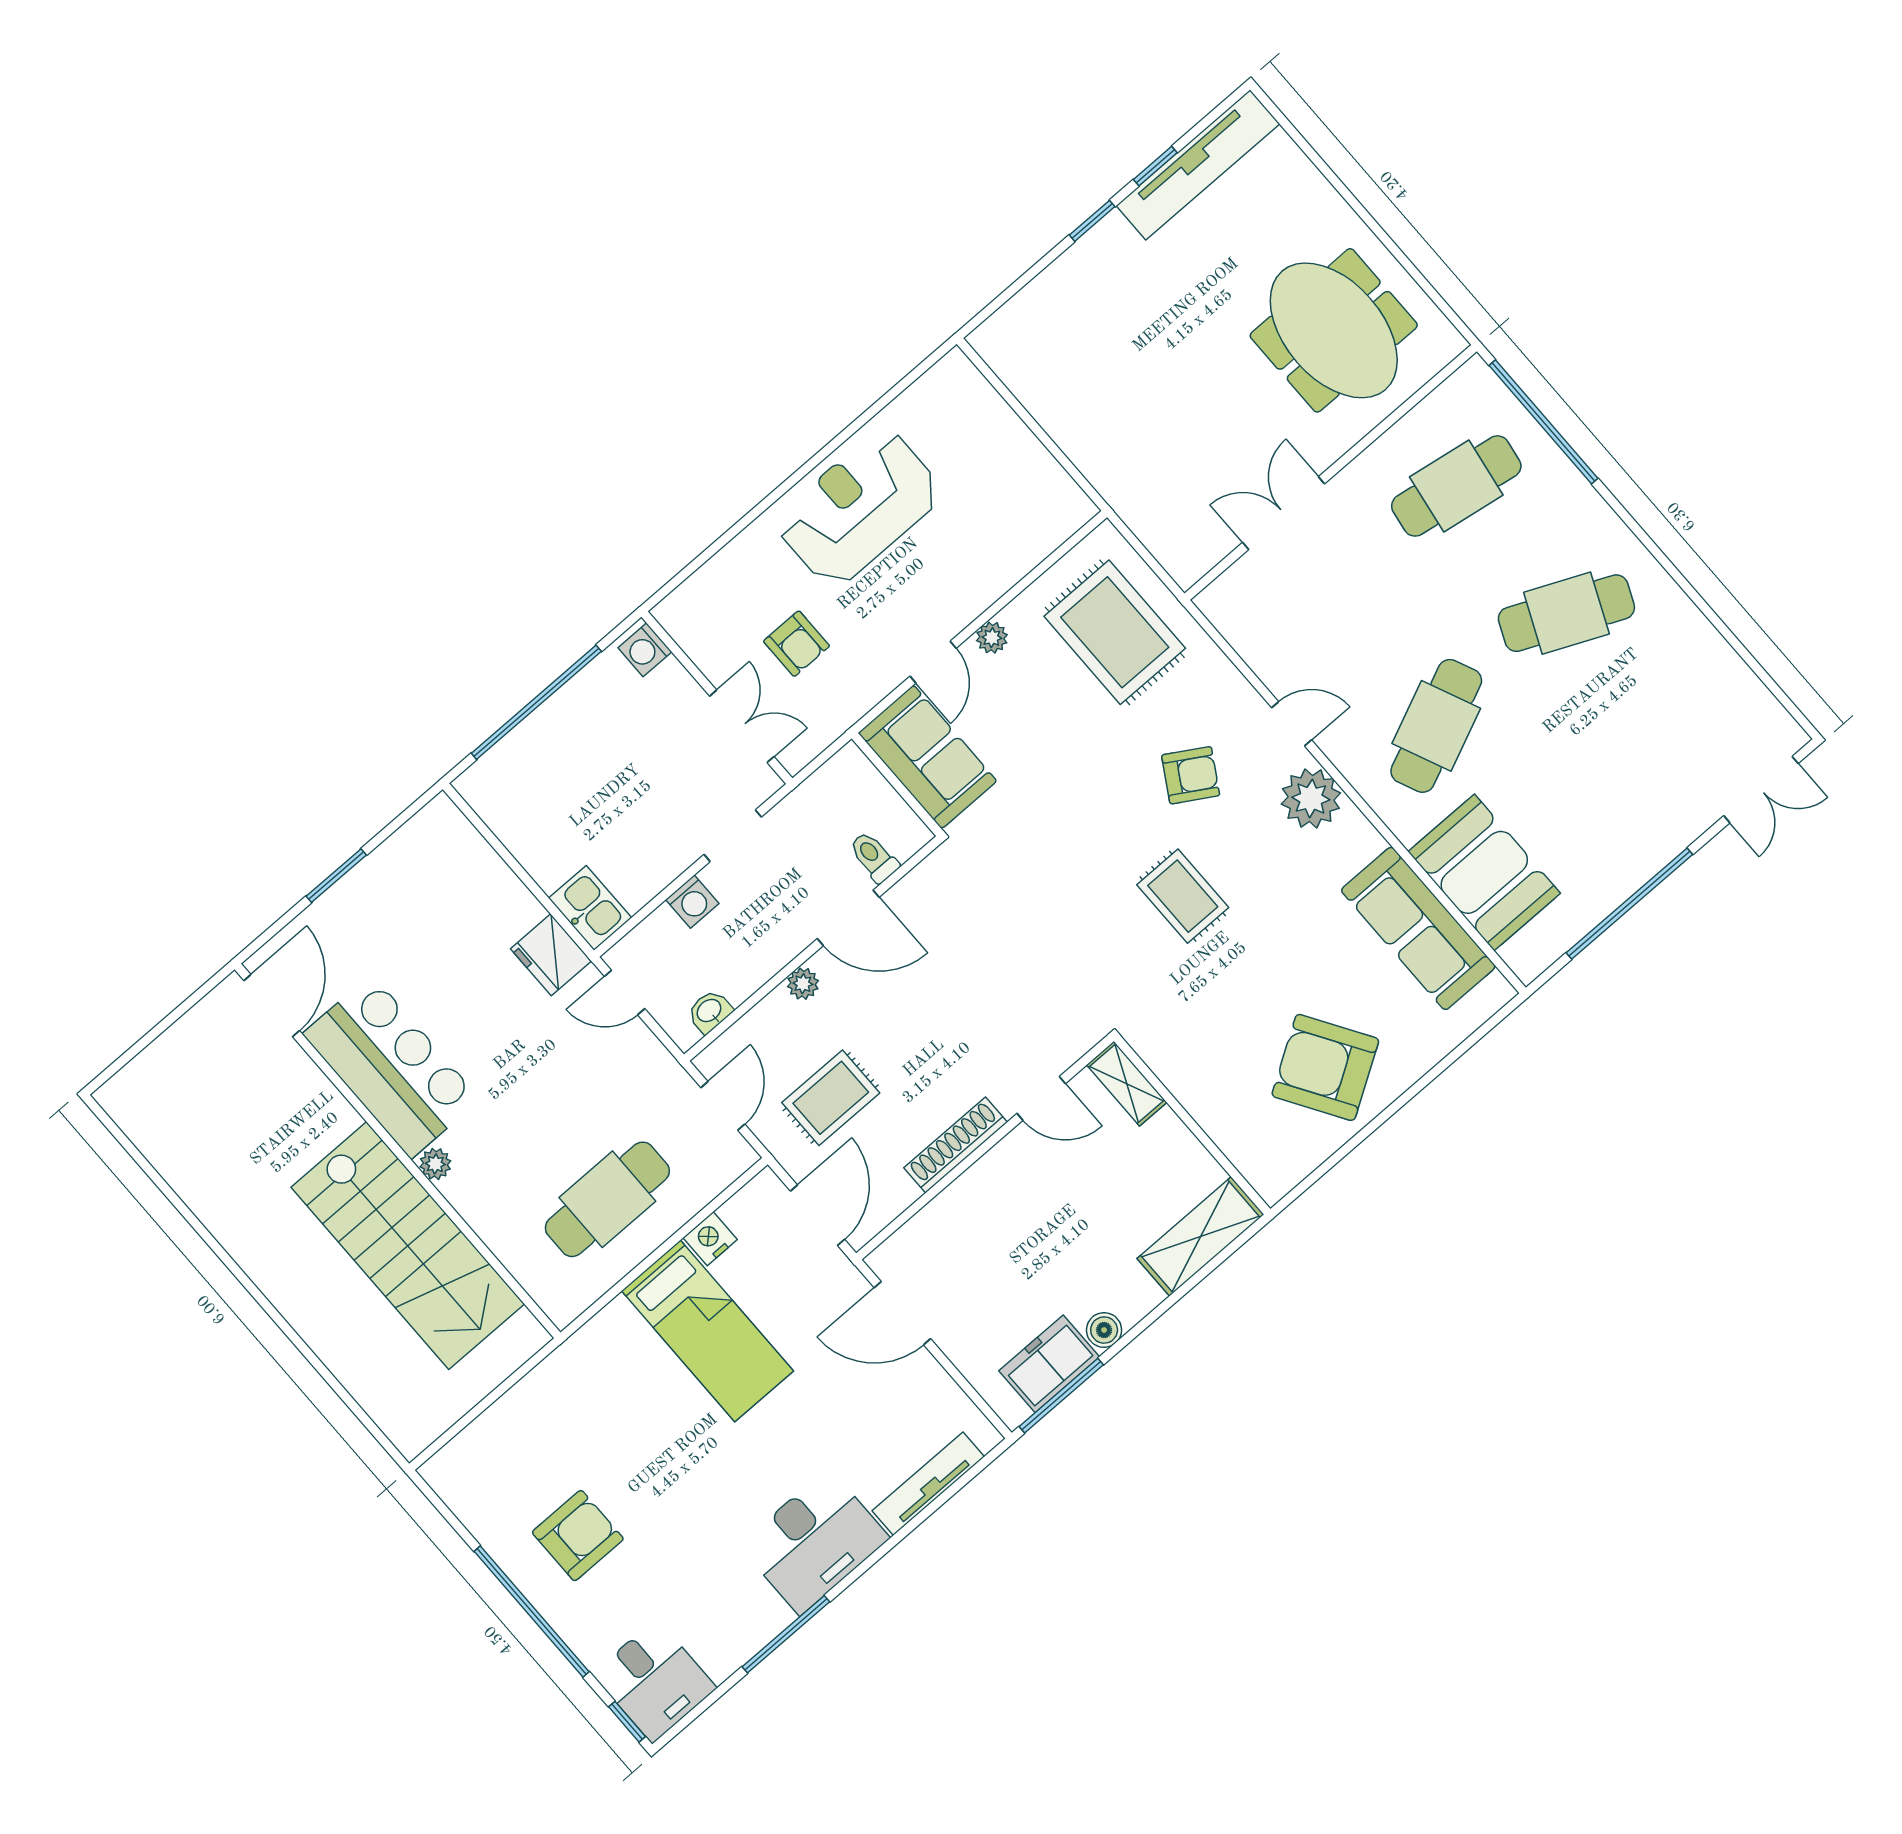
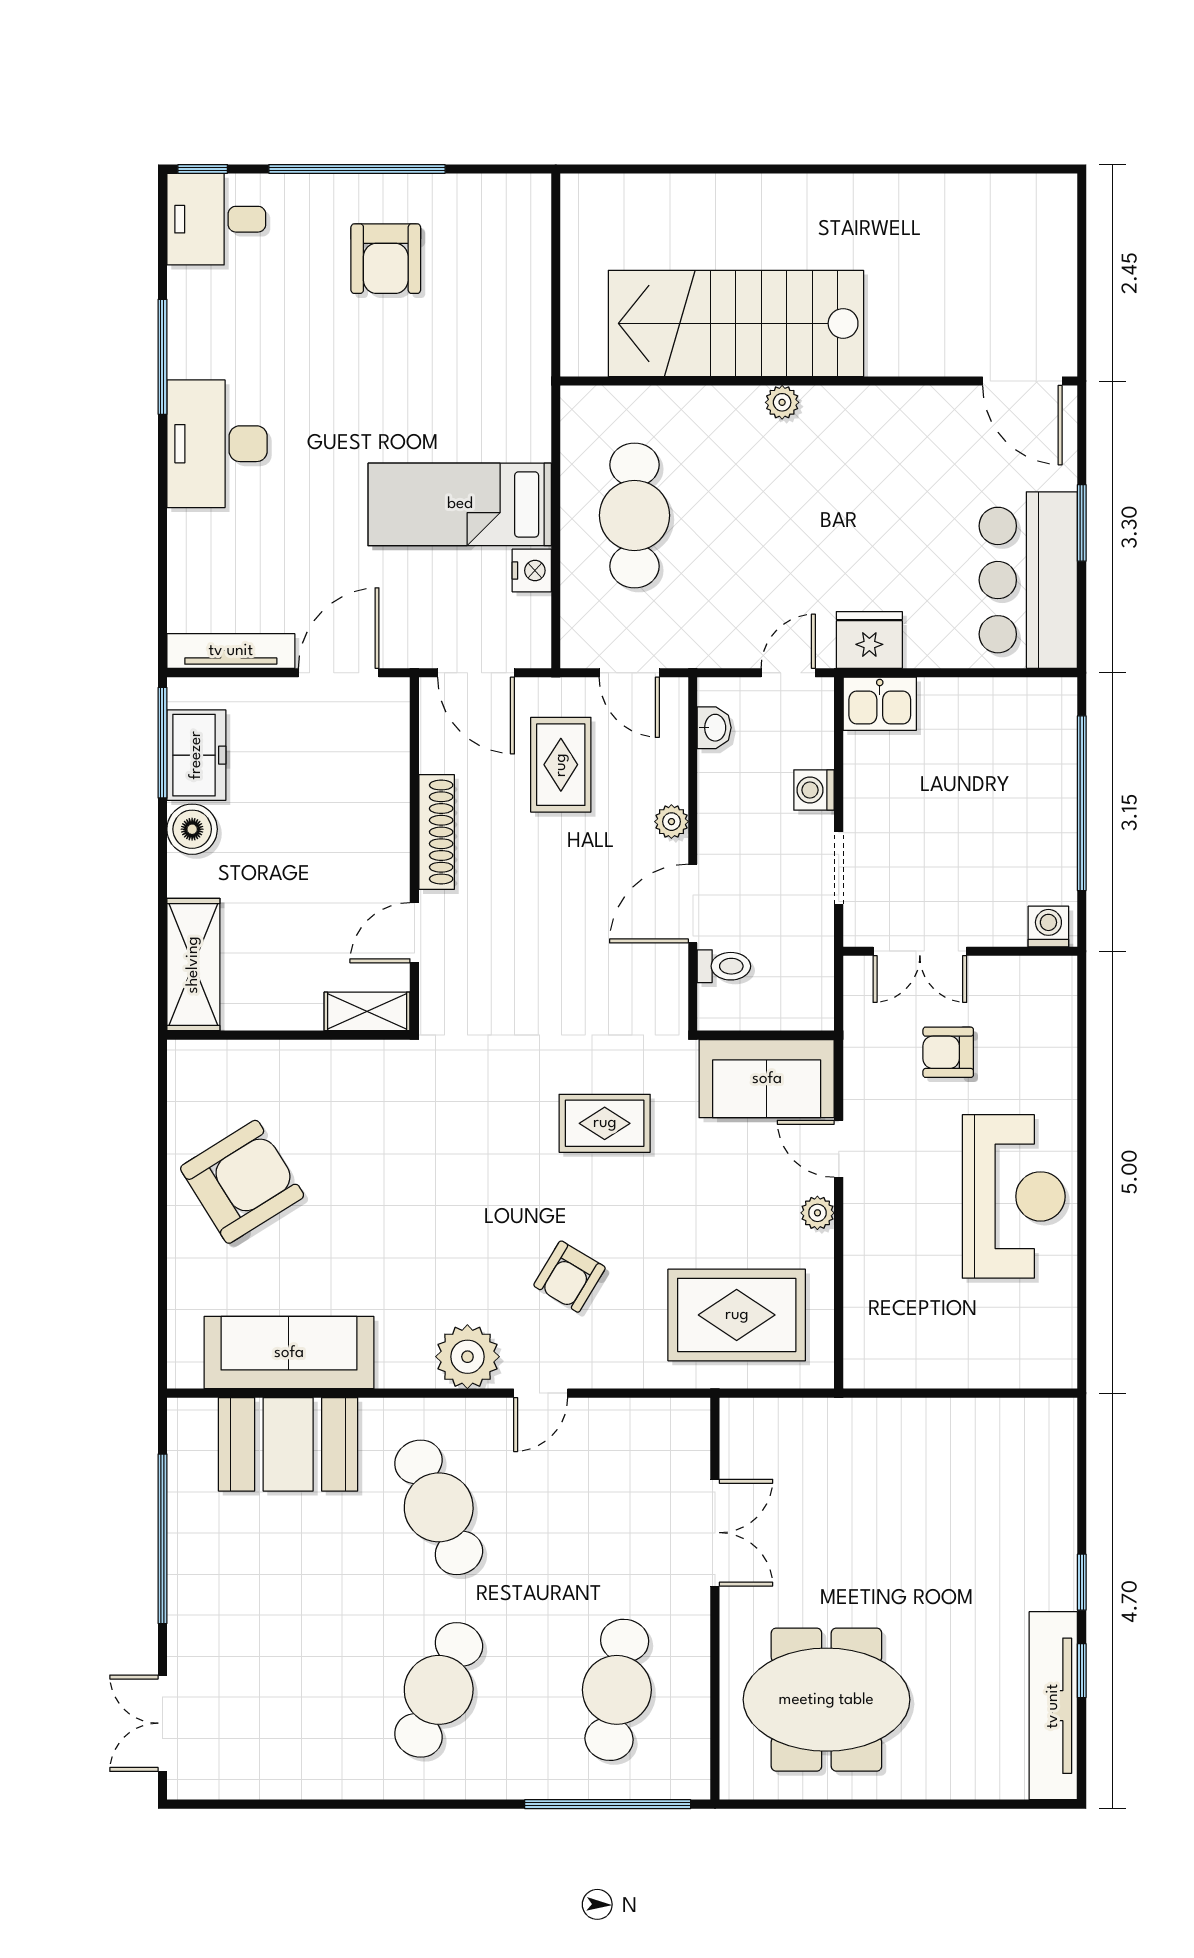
rug: (1183, 896) -> (605, 1123), moved
bar counter: (391, 1066) -> (1028, 580), moved, turned 90
boiler: (1104, 1330) -> (192, 829), width x1.36, depth x1.36
tv unit: (928, 1484) -> (231, 651), moved, turned -90

